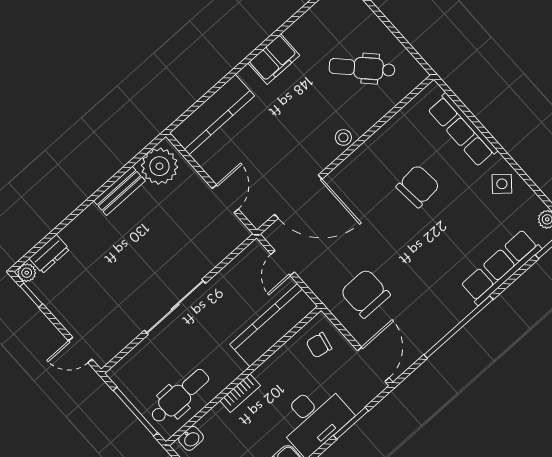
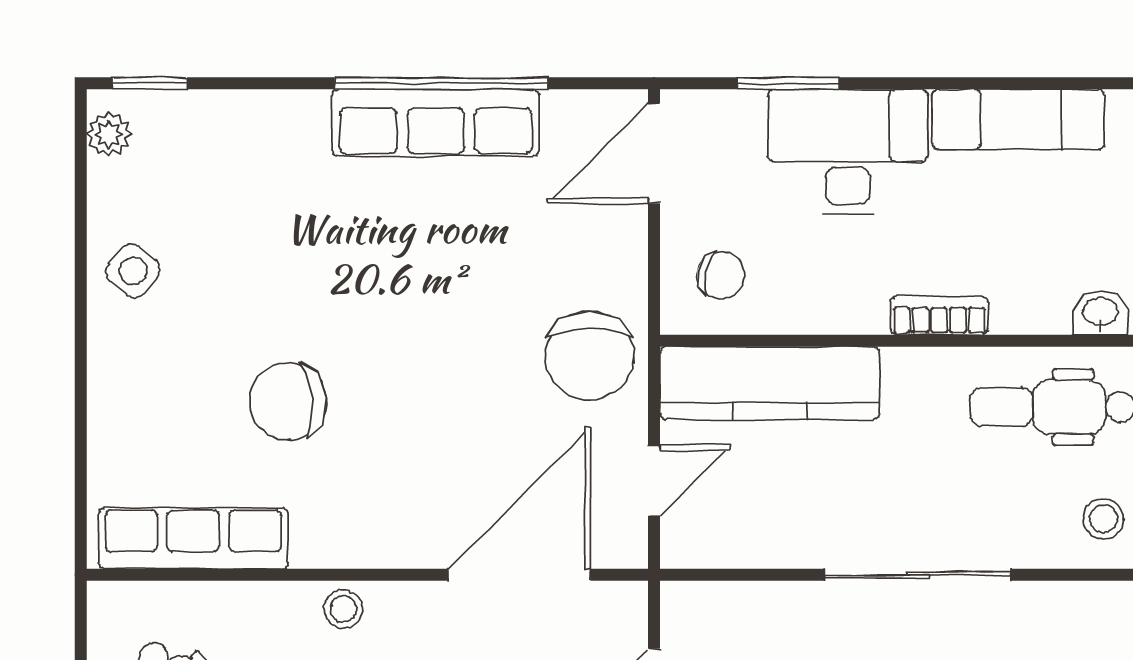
row of seats: (463, 130) -> (193, 538), moved, turned -90
door: (298, 197) -> (519, 575), hinge flipped
row of seats: (501, 267) -> (436, 123), moved
chair: (365, 293) -> (589, 356), moved
stool: (133, 376) -> (1103, 519), added

